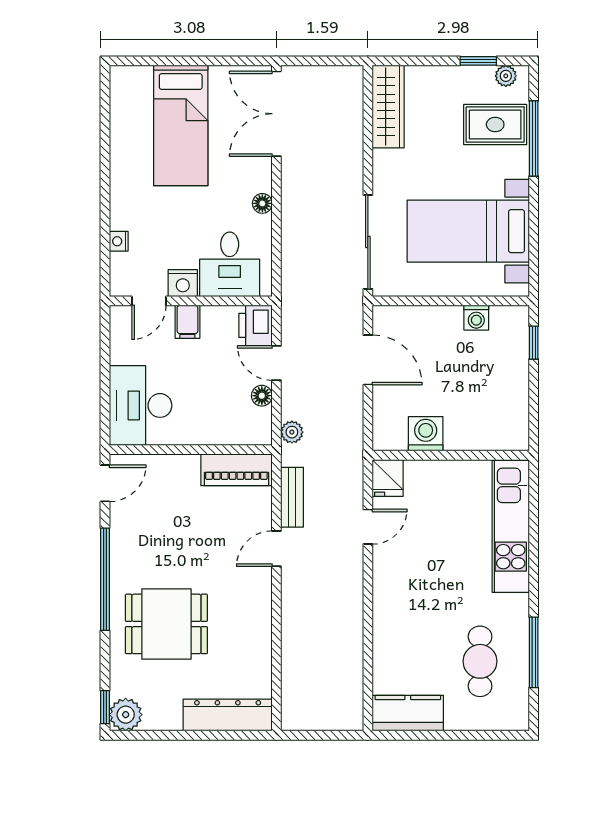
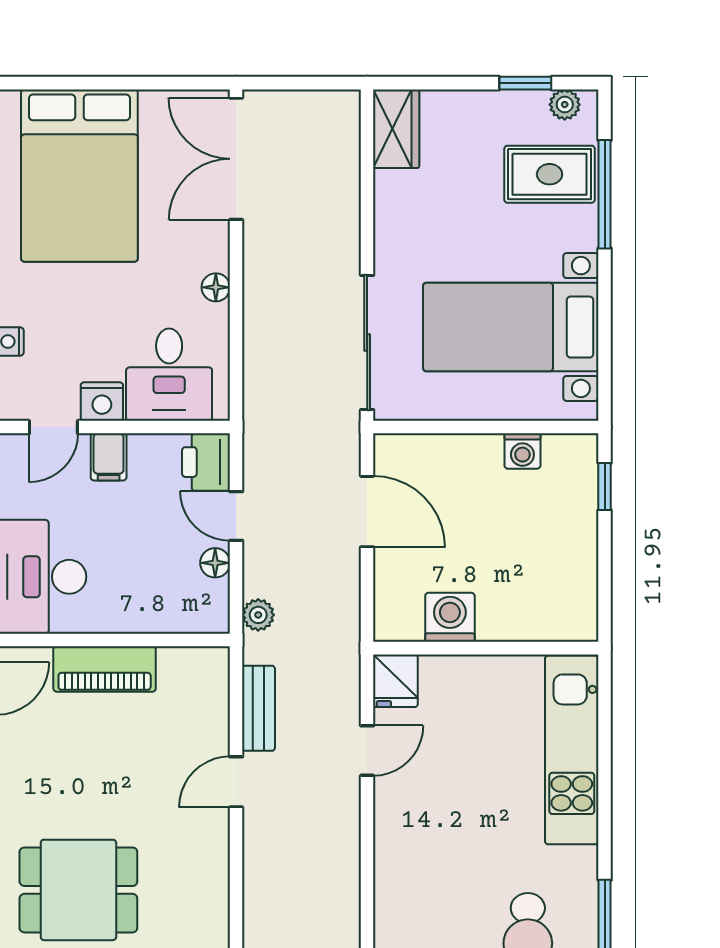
wardrobe: (388, 107) -> (396, 129), width x0.67
bed: (181, 125) -> (79, 176), width x1.50
piano: (236, 470) -> (105, 669), moved

